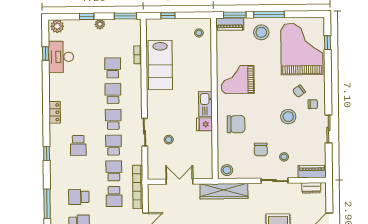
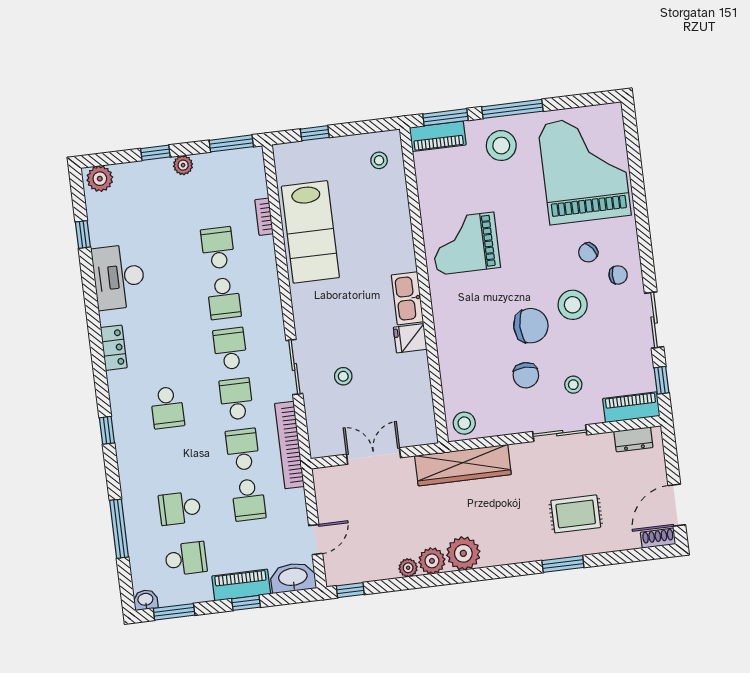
window: (328, 43) -> (662, 380), moved
desk: (61, 57) -> (119, 277), moved
school desk: (113, 94) -> (224, 298), turned 180
chair: (236, 124) -> (531, 326), moved
bookcase: (138, 187) -> (289, 445), moved

